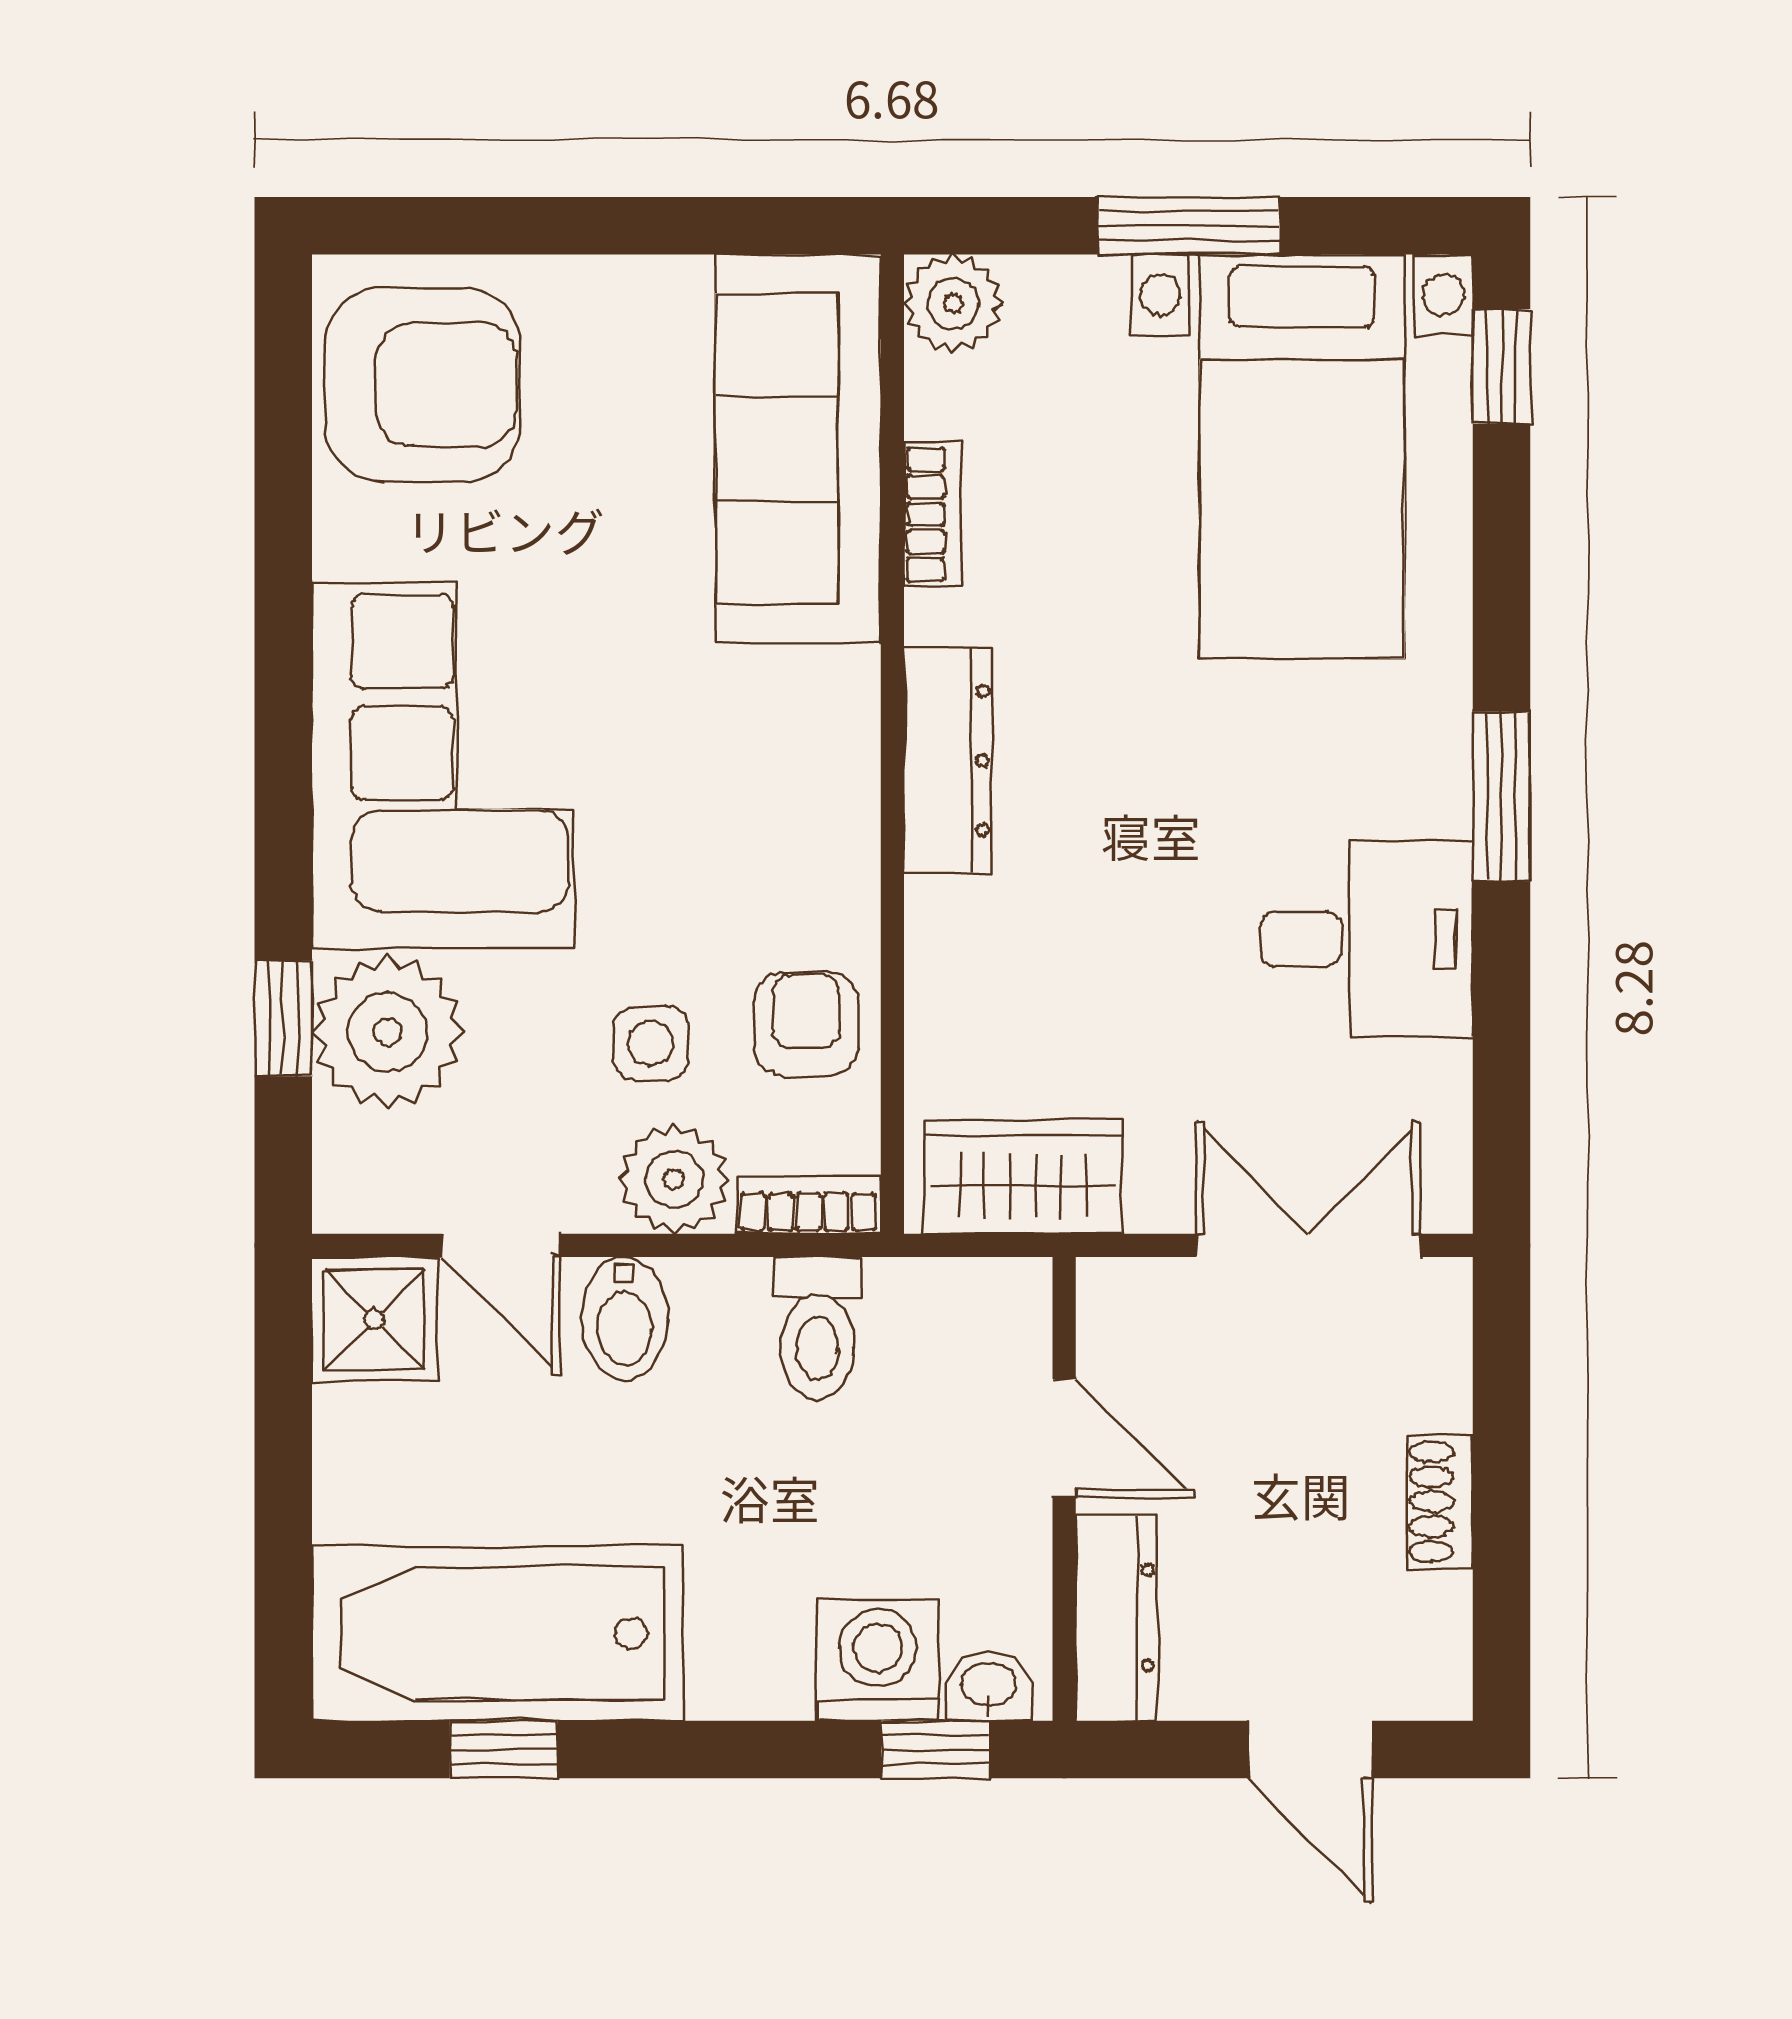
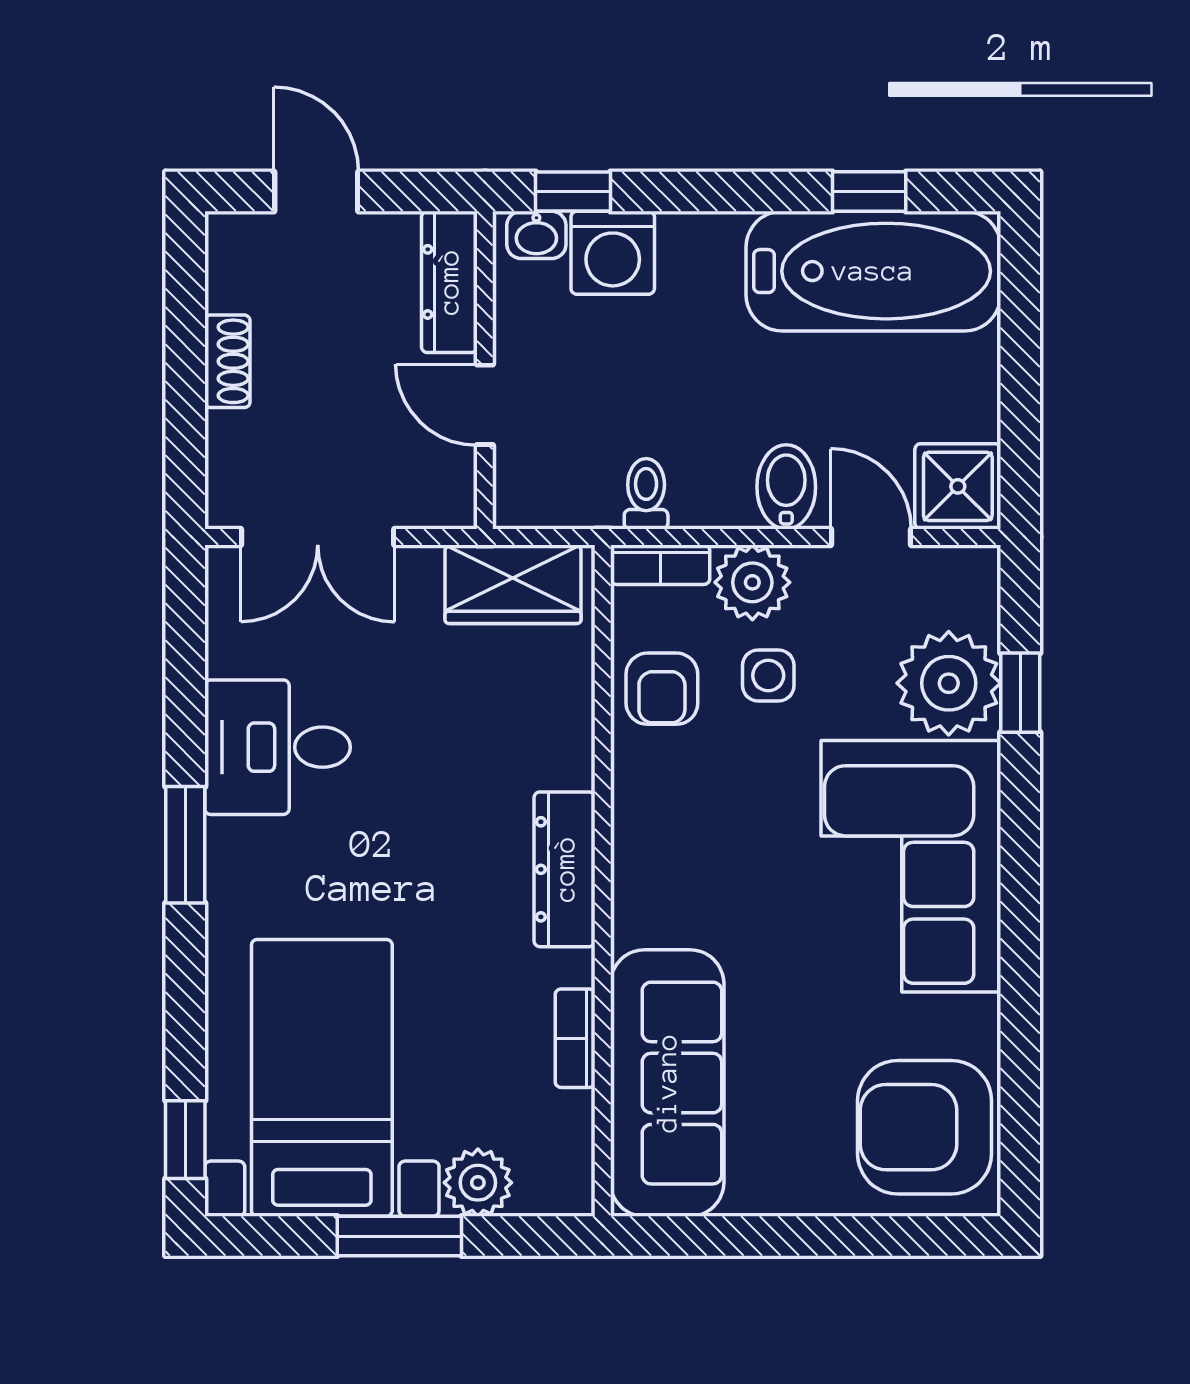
plant: (953, 304) -> (478, 1183), moved
toilet: (817, 1328) -> (646, 494), width x0.73, depth x0.72

